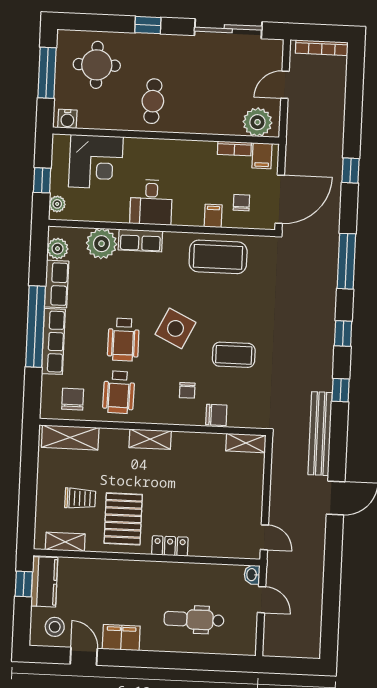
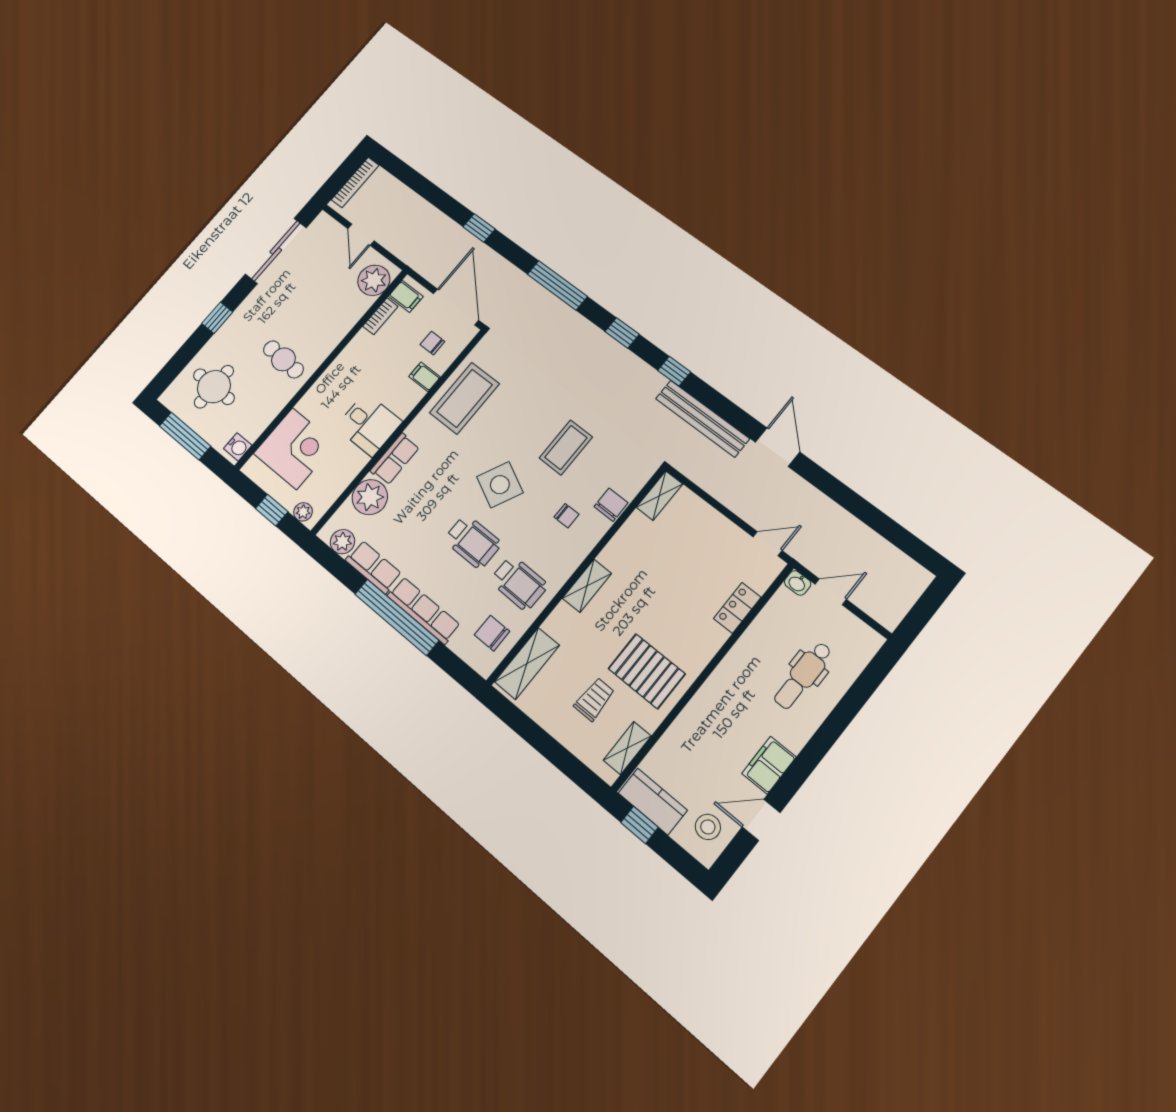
locker: (170, 546) -> (737, 608), moved

